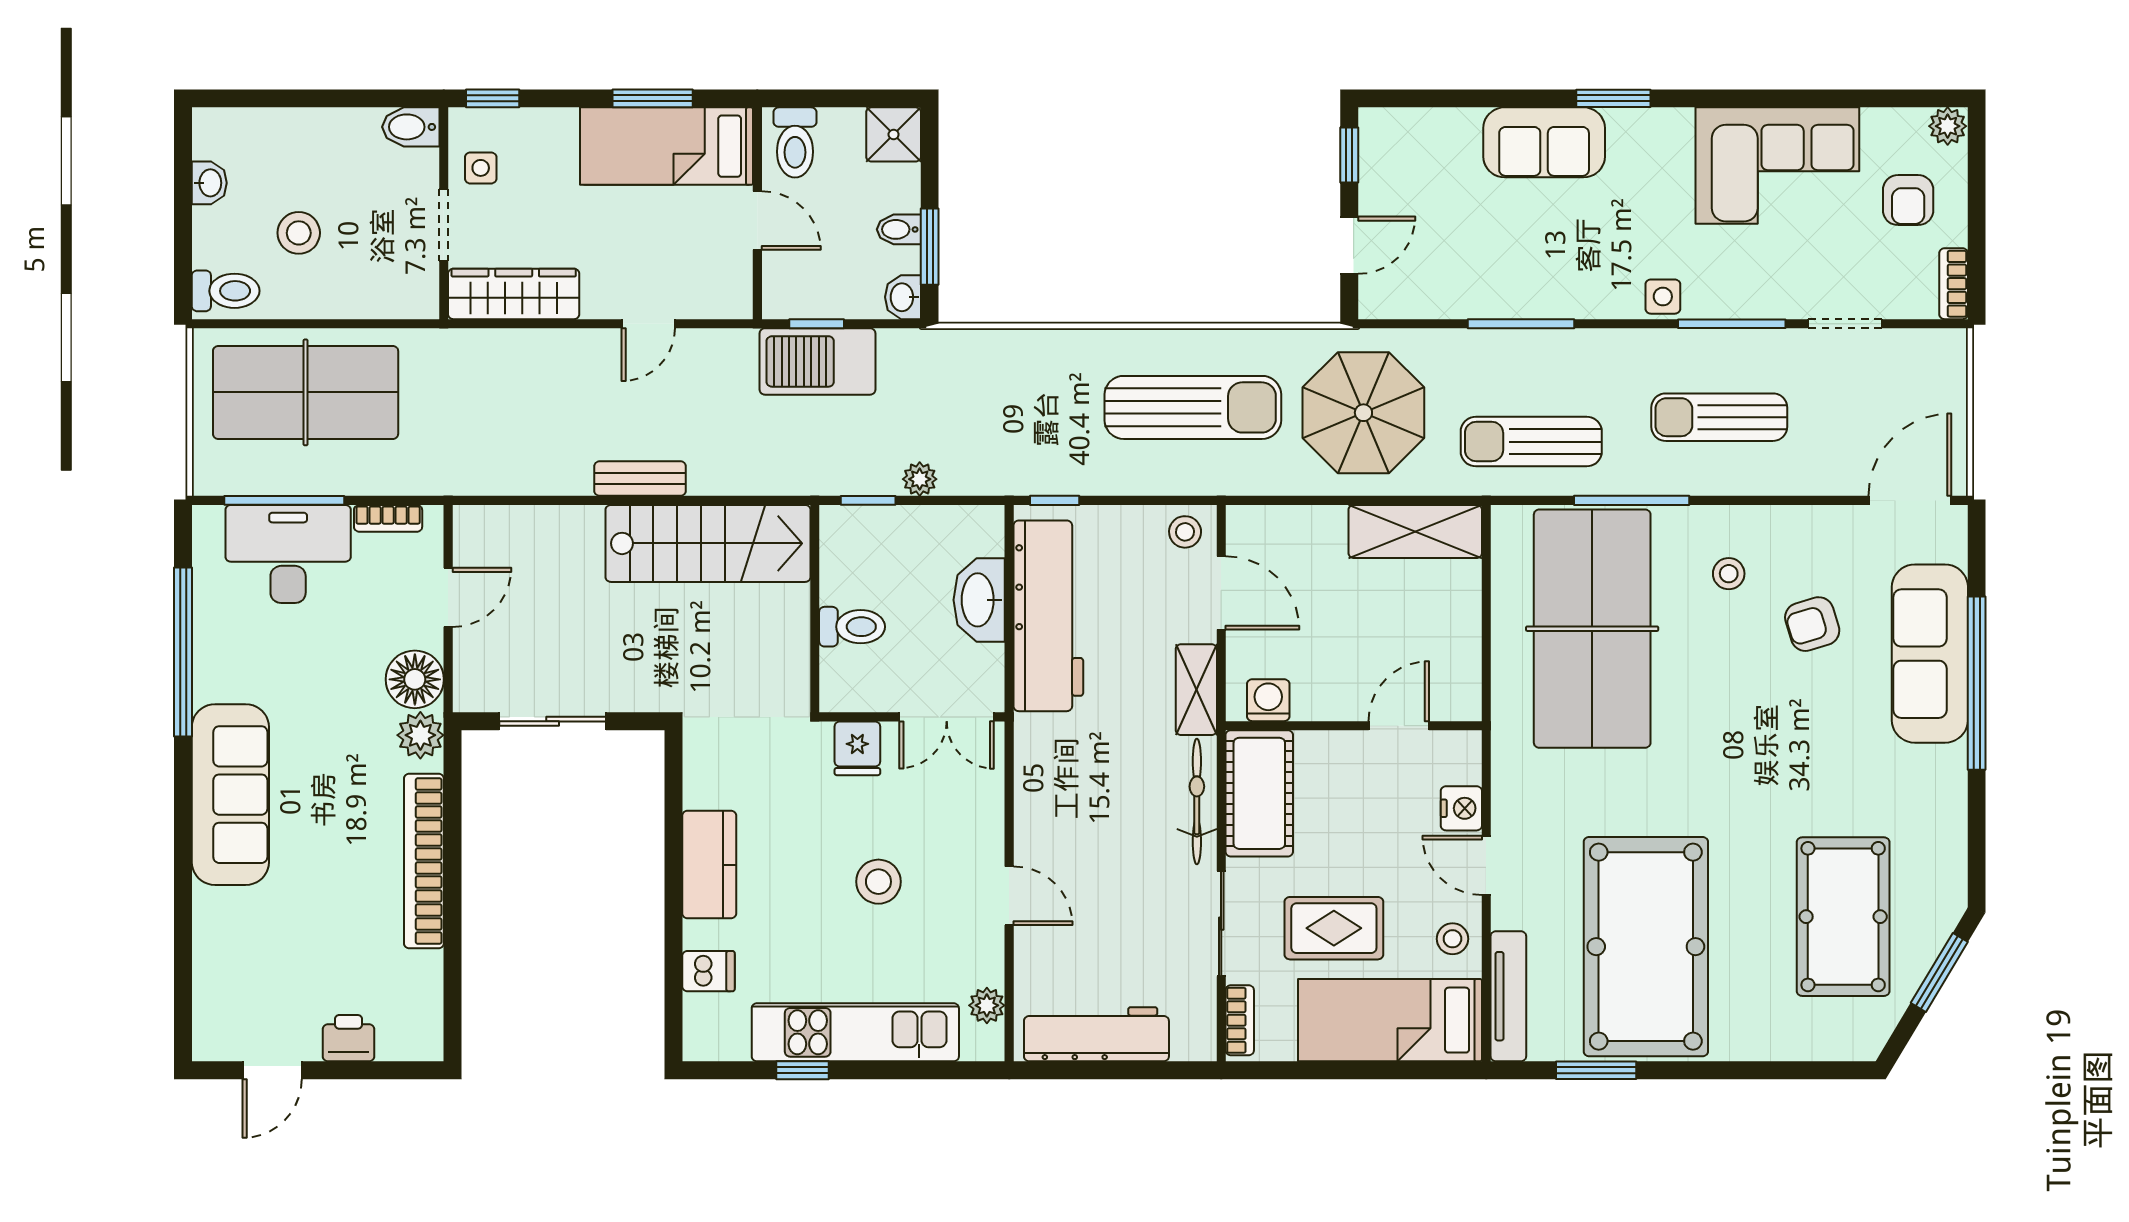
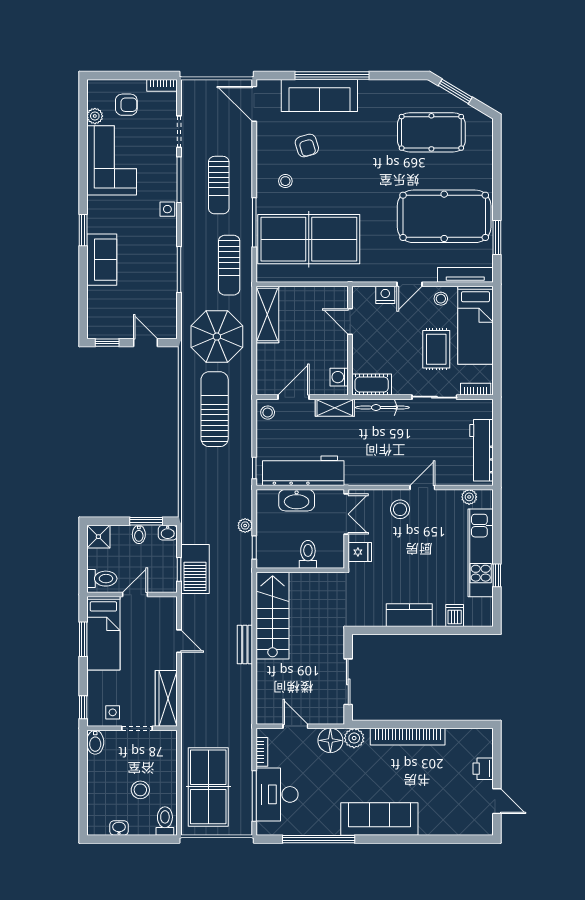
plant: (1948, 126) -> (95, 116), moved
cot: (1259, 793) -> (372, 385), width x0.73, depth x0.75
stool: (878, 882) -> (400, 509), moved

